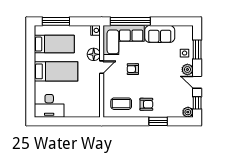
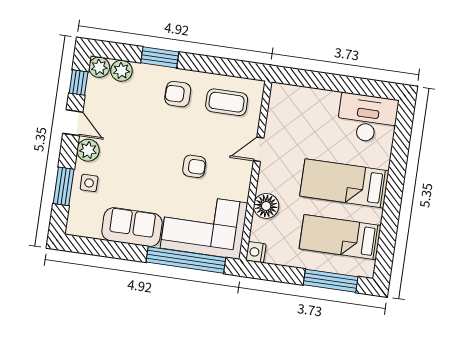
door: (102, 67) -> (259, 149), moved
plant: (176, 112) -> (121, 71), added

